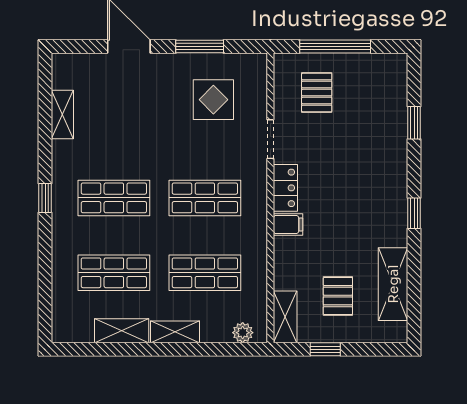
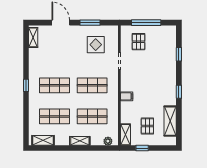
shelving: (62, 115) -> (33, 37), moved
locker: (285, 188) -> (126, 81), removed
shelving: (122, 331) -> (43, 140), moved

